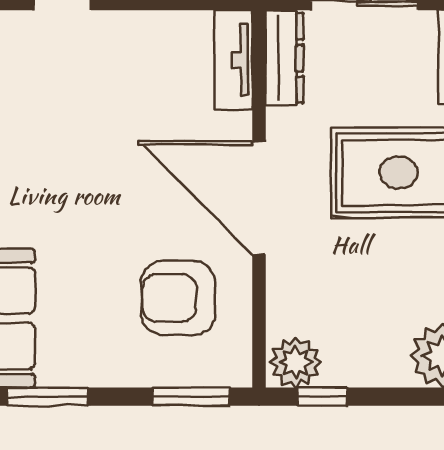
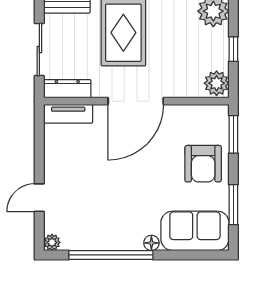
armchair: (178, 298) -> (203, 164), moved
window: (322, 397) -> (233, 49), moved

